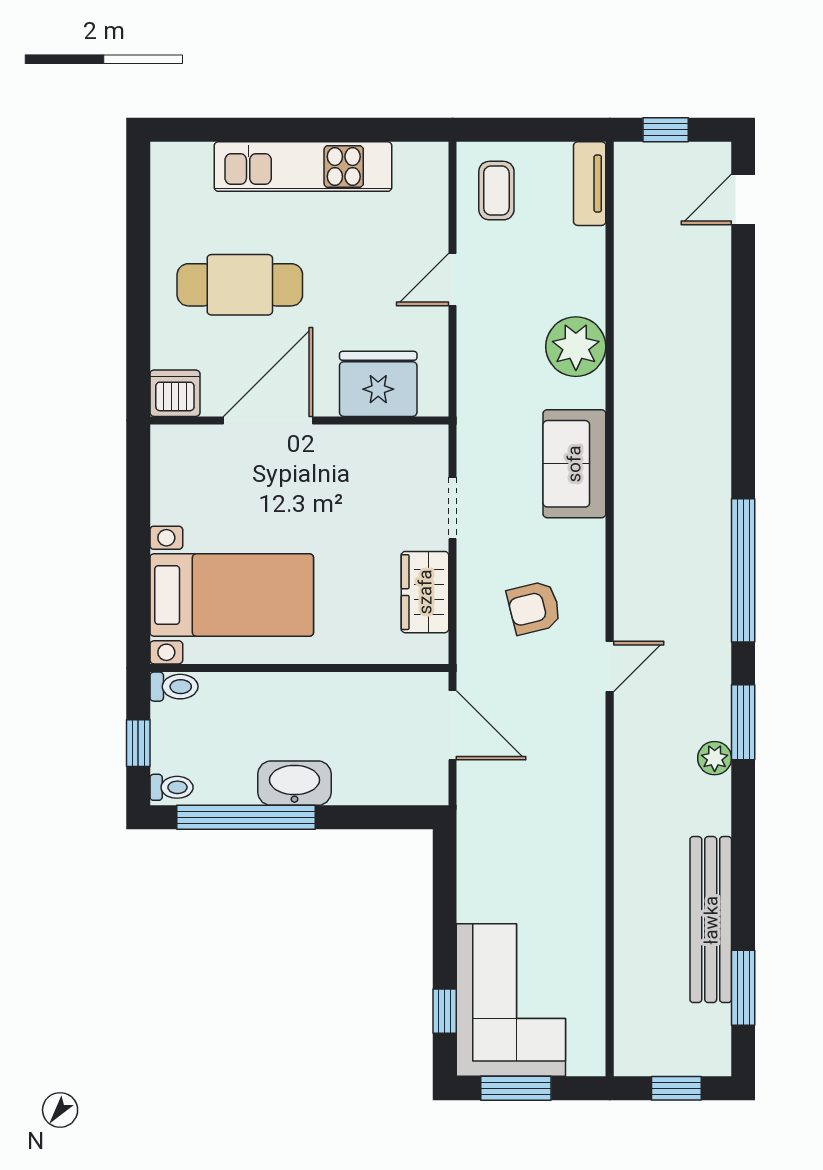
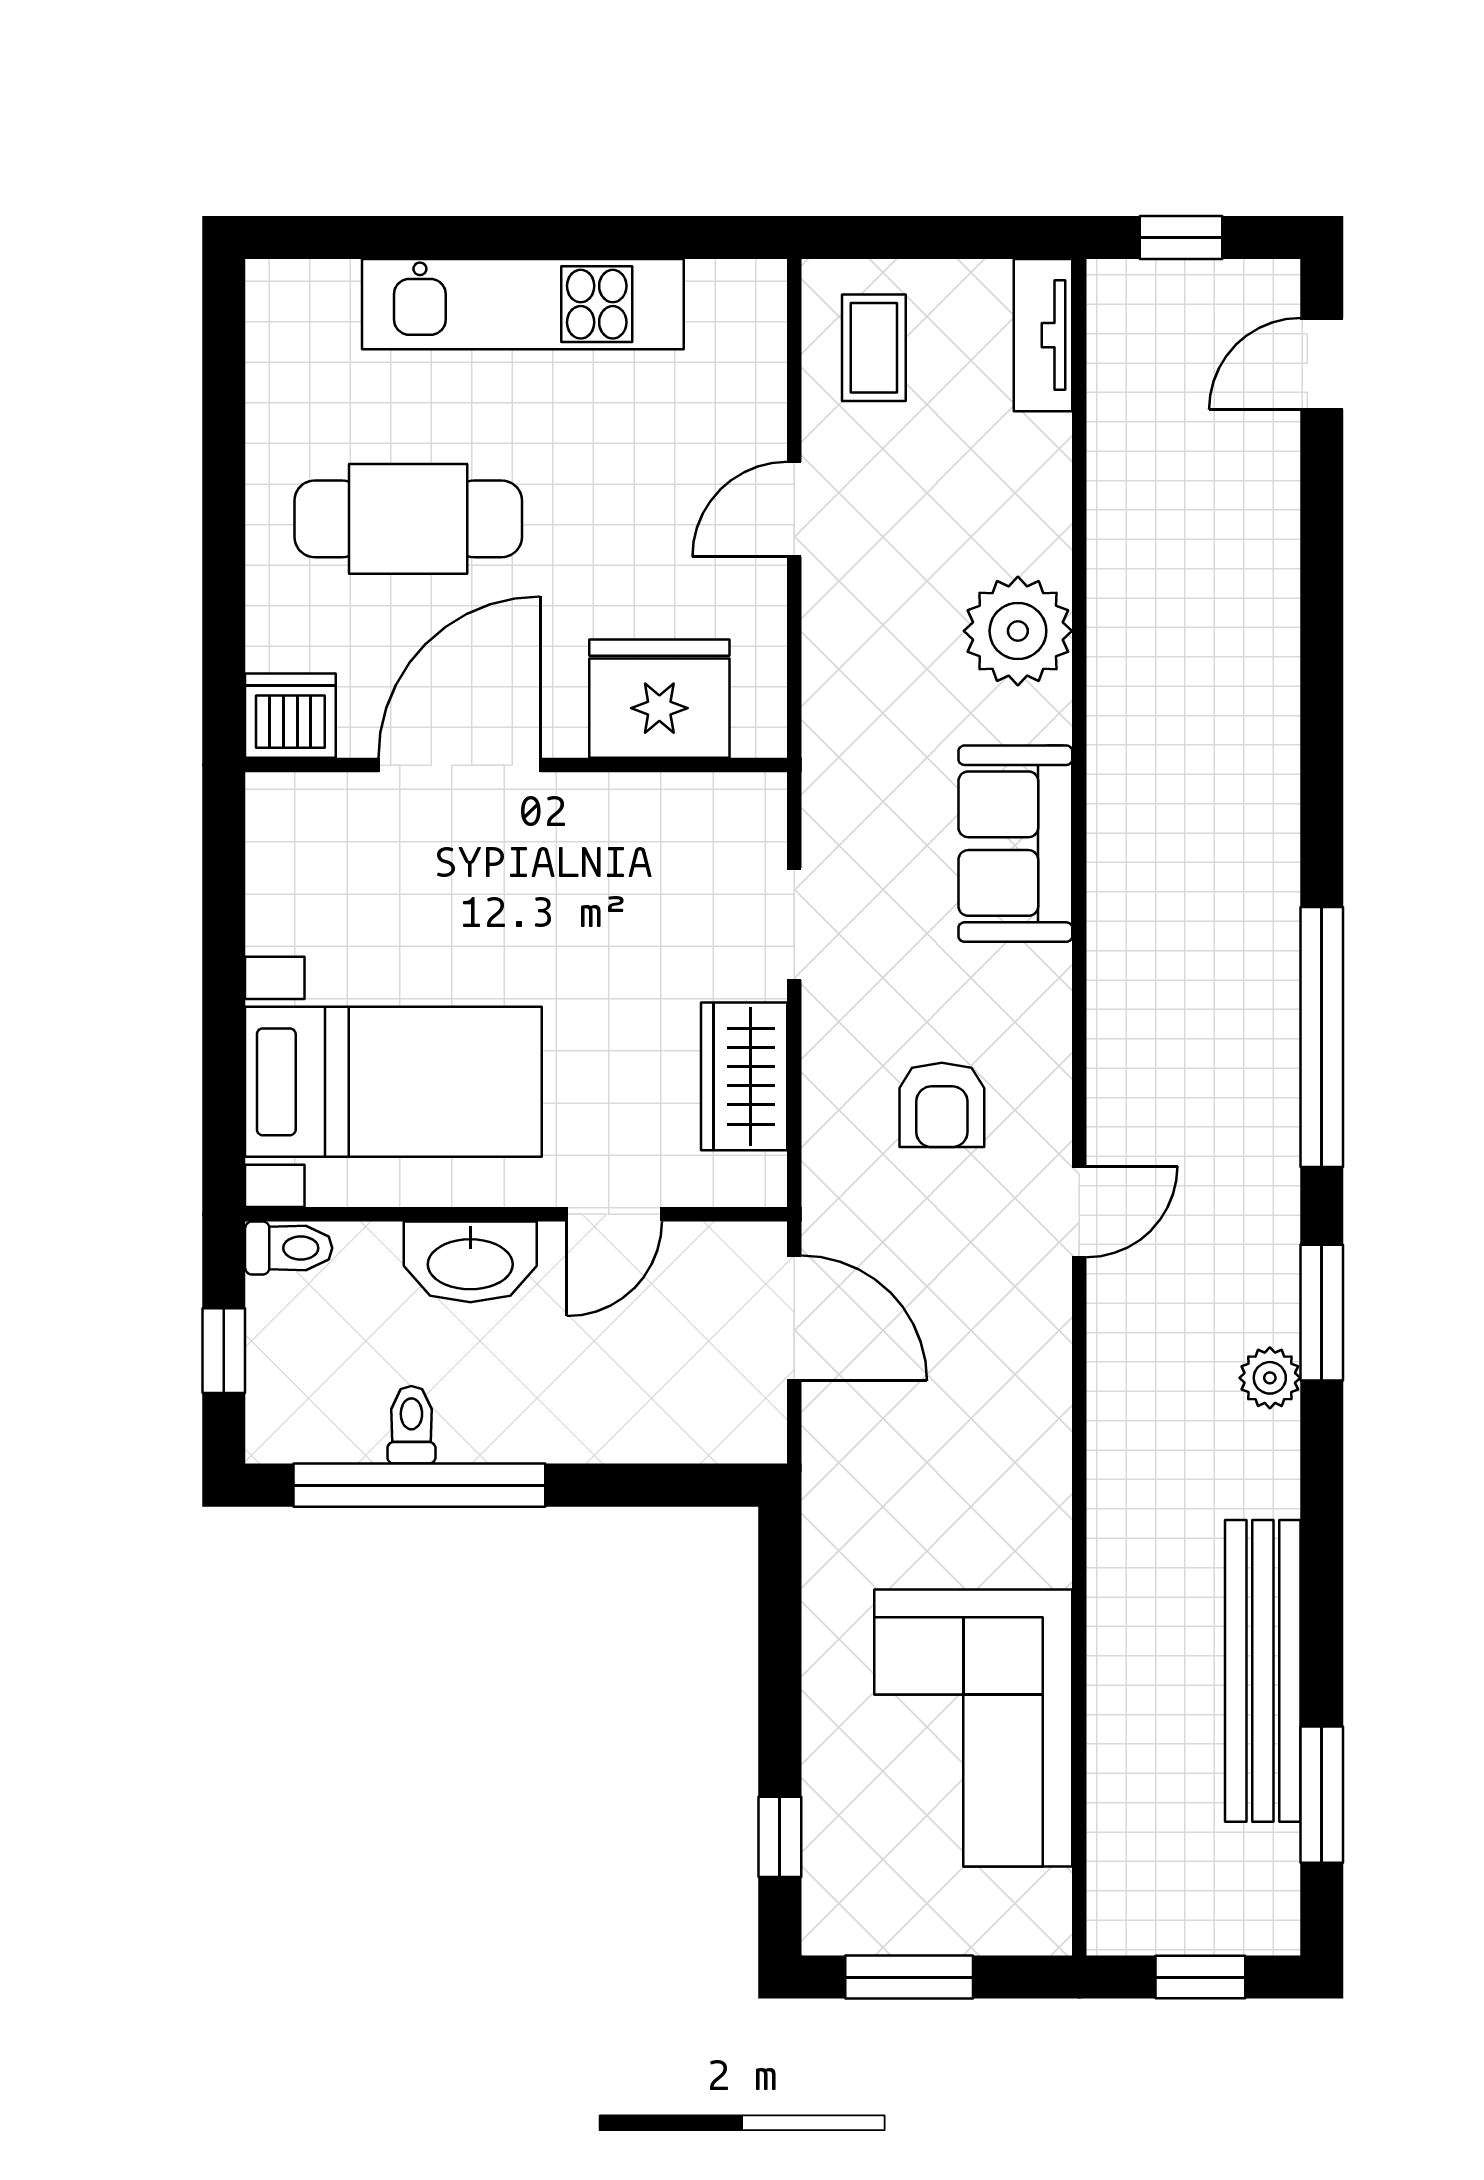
armchair: (534, 608) -> (942, 1105), turned -76
door: (353, 668) -> (614, 1214), added
washbasin: (294, 783) -> (470, 1262), moved, turned 180
toilet: (171, 787) -> (411, 1425), moved, turned -90
corner sofa: (511, 1000) -> (973, 1728), moved, turned 180

